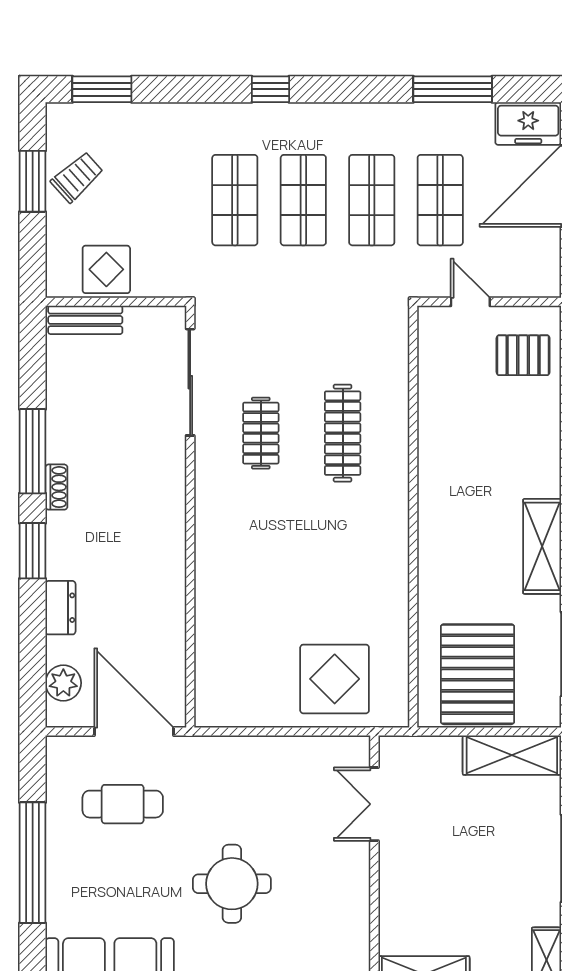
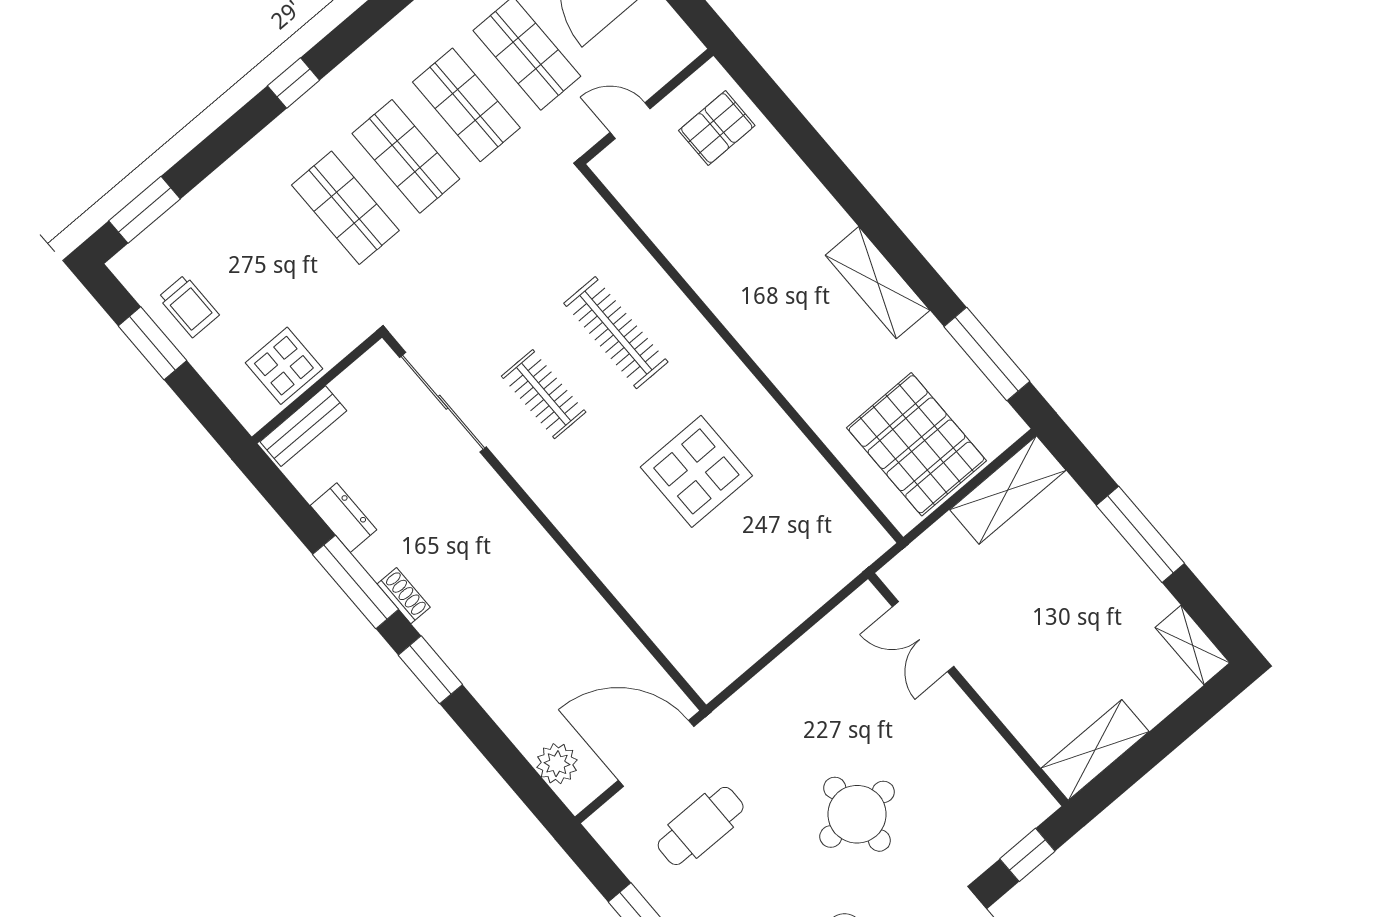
trolley: (77, 177) -> (189, 306), turned 132
dresser: (60, 608) -> (343, 518), moved
display table: (335, 679) -> (696, 471), moved

